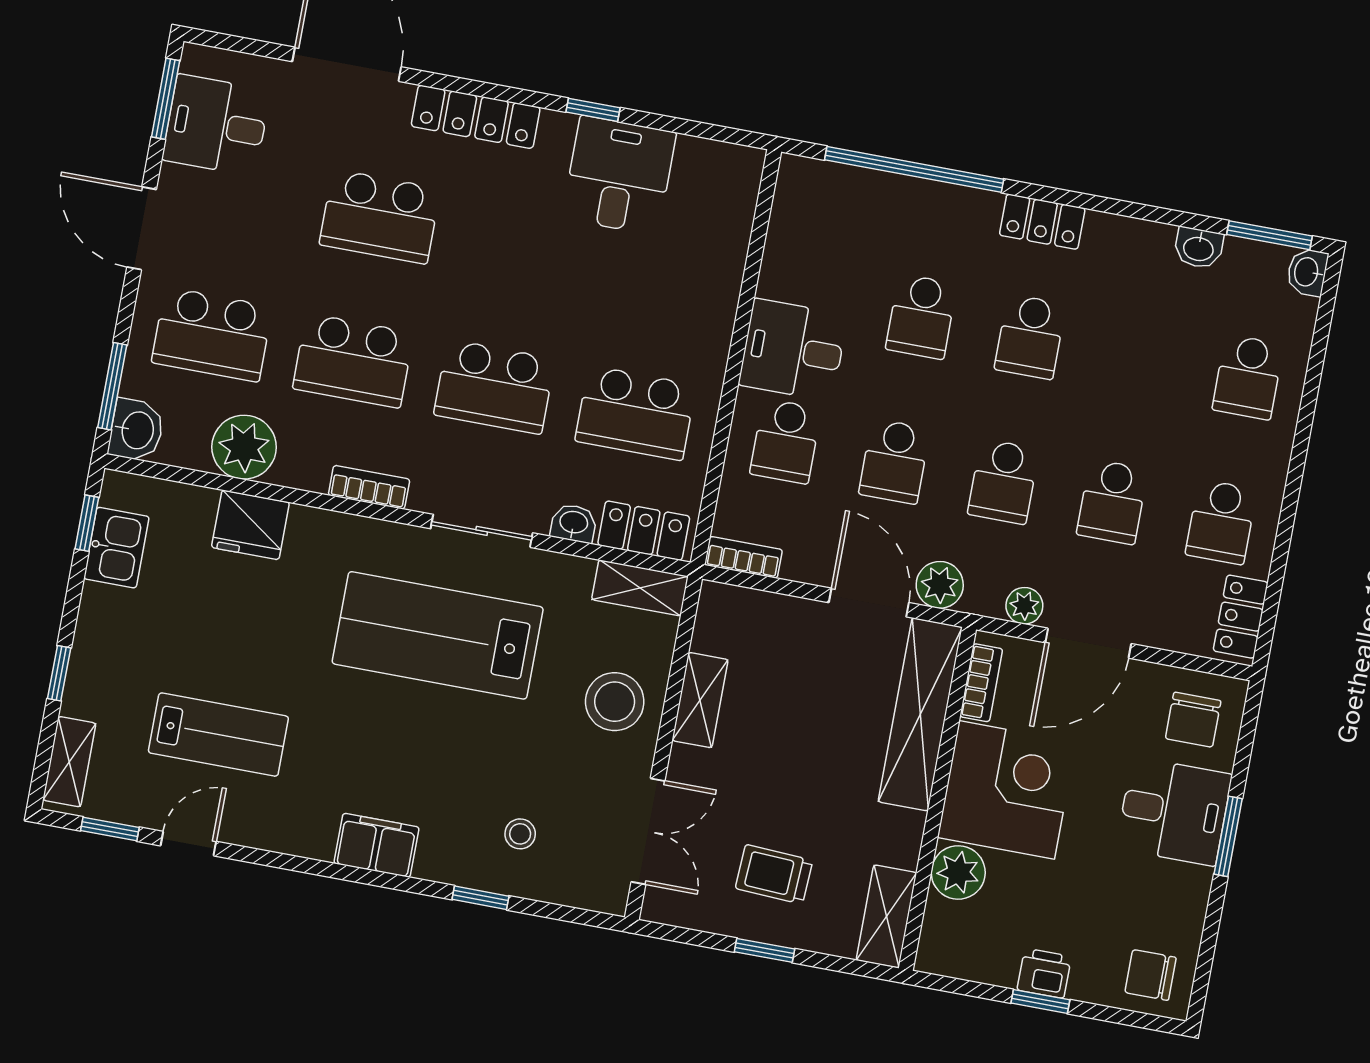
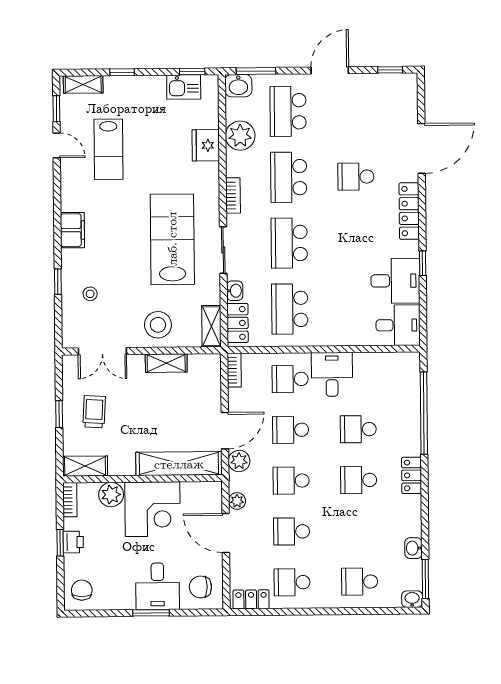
window: (166, 99) -> (390, 70), width x0.67
desk: (216, 125) -> (398, 325), moved, turned 90
school desk: (380, 217) -> (356, 177), width x0.54
bookcase: (981, 683) -> (70, 500), moved, turned -90

